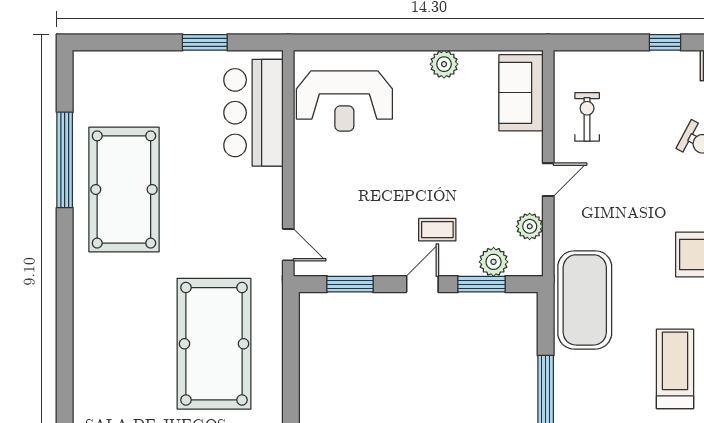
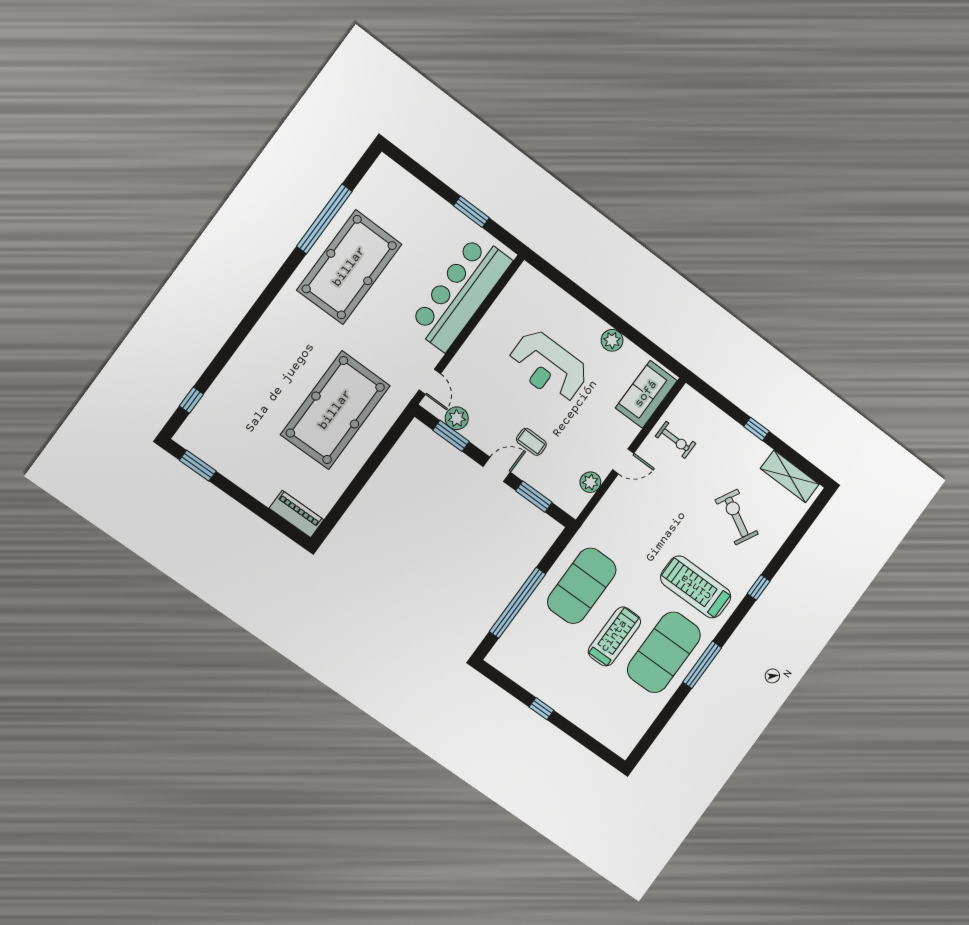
reception desk: (344, 101) -> (548, 367), moved
bar counter: (253, 113) -> (460, 293), width x1.36
exercise bike: (587, 117) -> (676, 440), turned 90
plant: (494, 262) -> (457, 418), moved
exercise mat: (585, 300) -> (582, 586), moved

